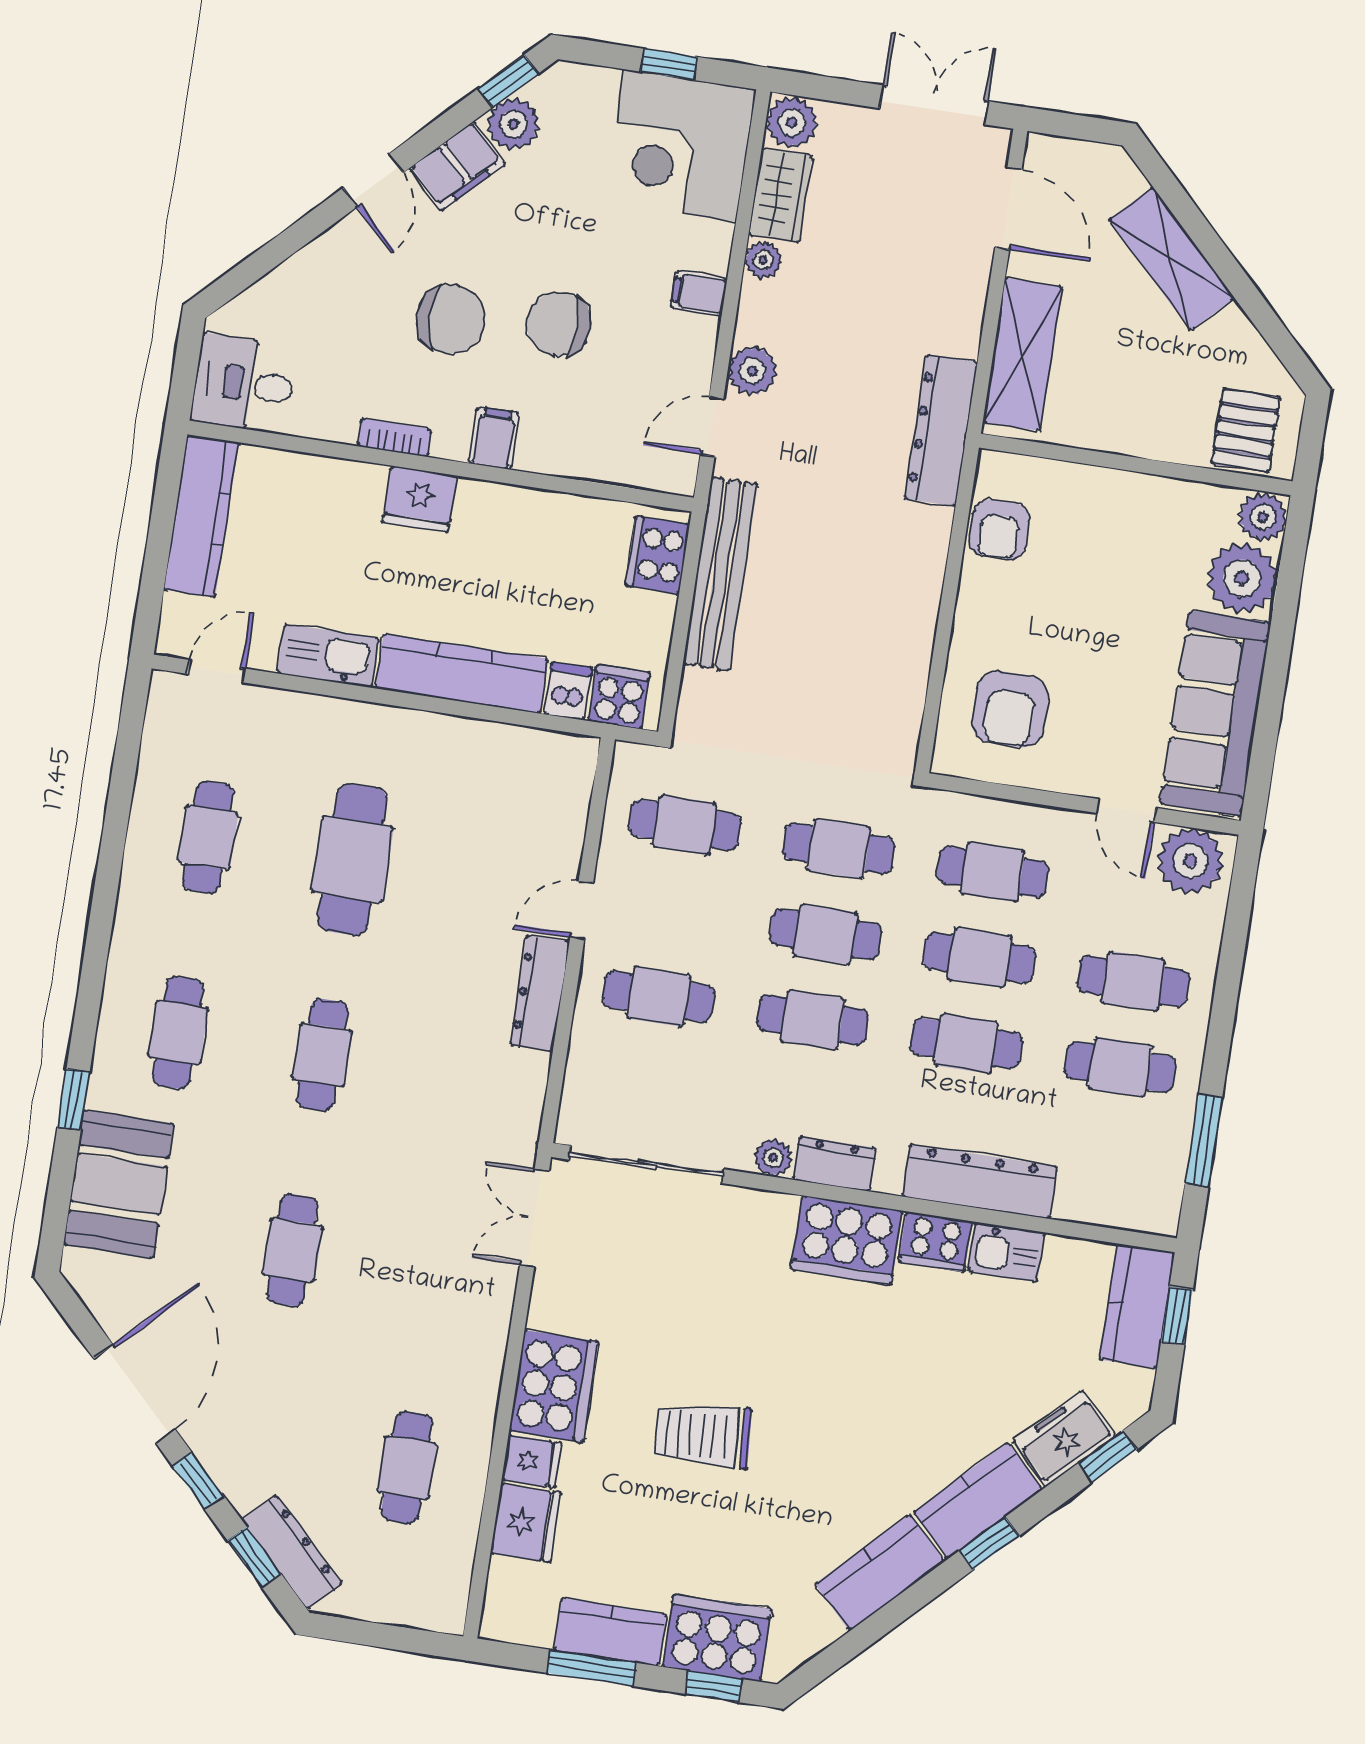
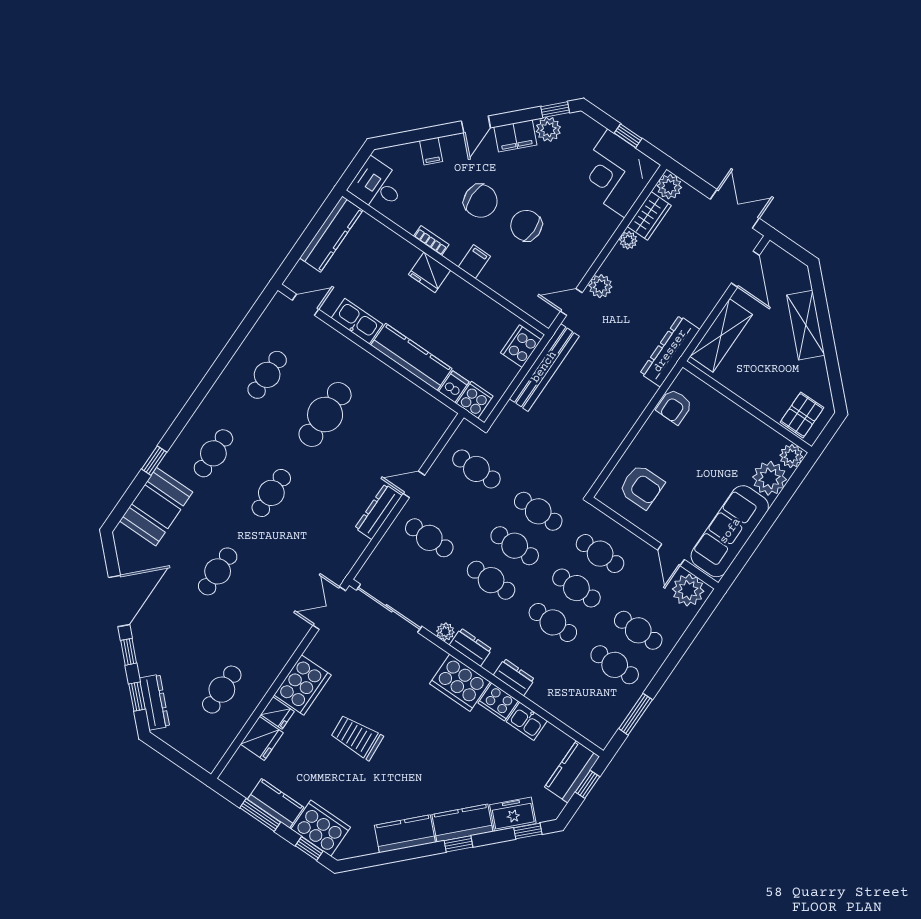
filing cabinet: (699, 293) -> (431, 151), moved, turned -135
armchair: (1010, 709) -> (642, 487), turned -90
dresser: (980, 1181) -> (514, 677), width x0.51, depth x0.80

